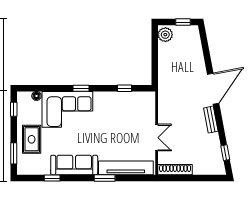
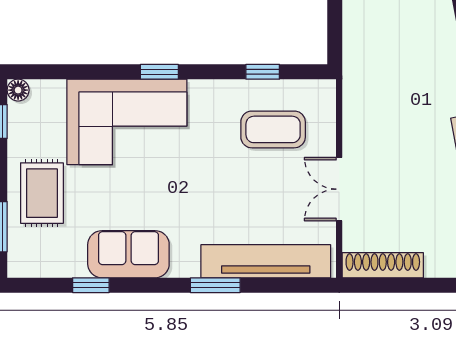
floor lamp: (36, 96) -> (18, 90), moved
coffee table: (129, 112) -> (273, 129), added
double door: (157, 138) -> (339, 189), swing flipped
sofa: (74, 165) -> (128, 254), width x0.73

